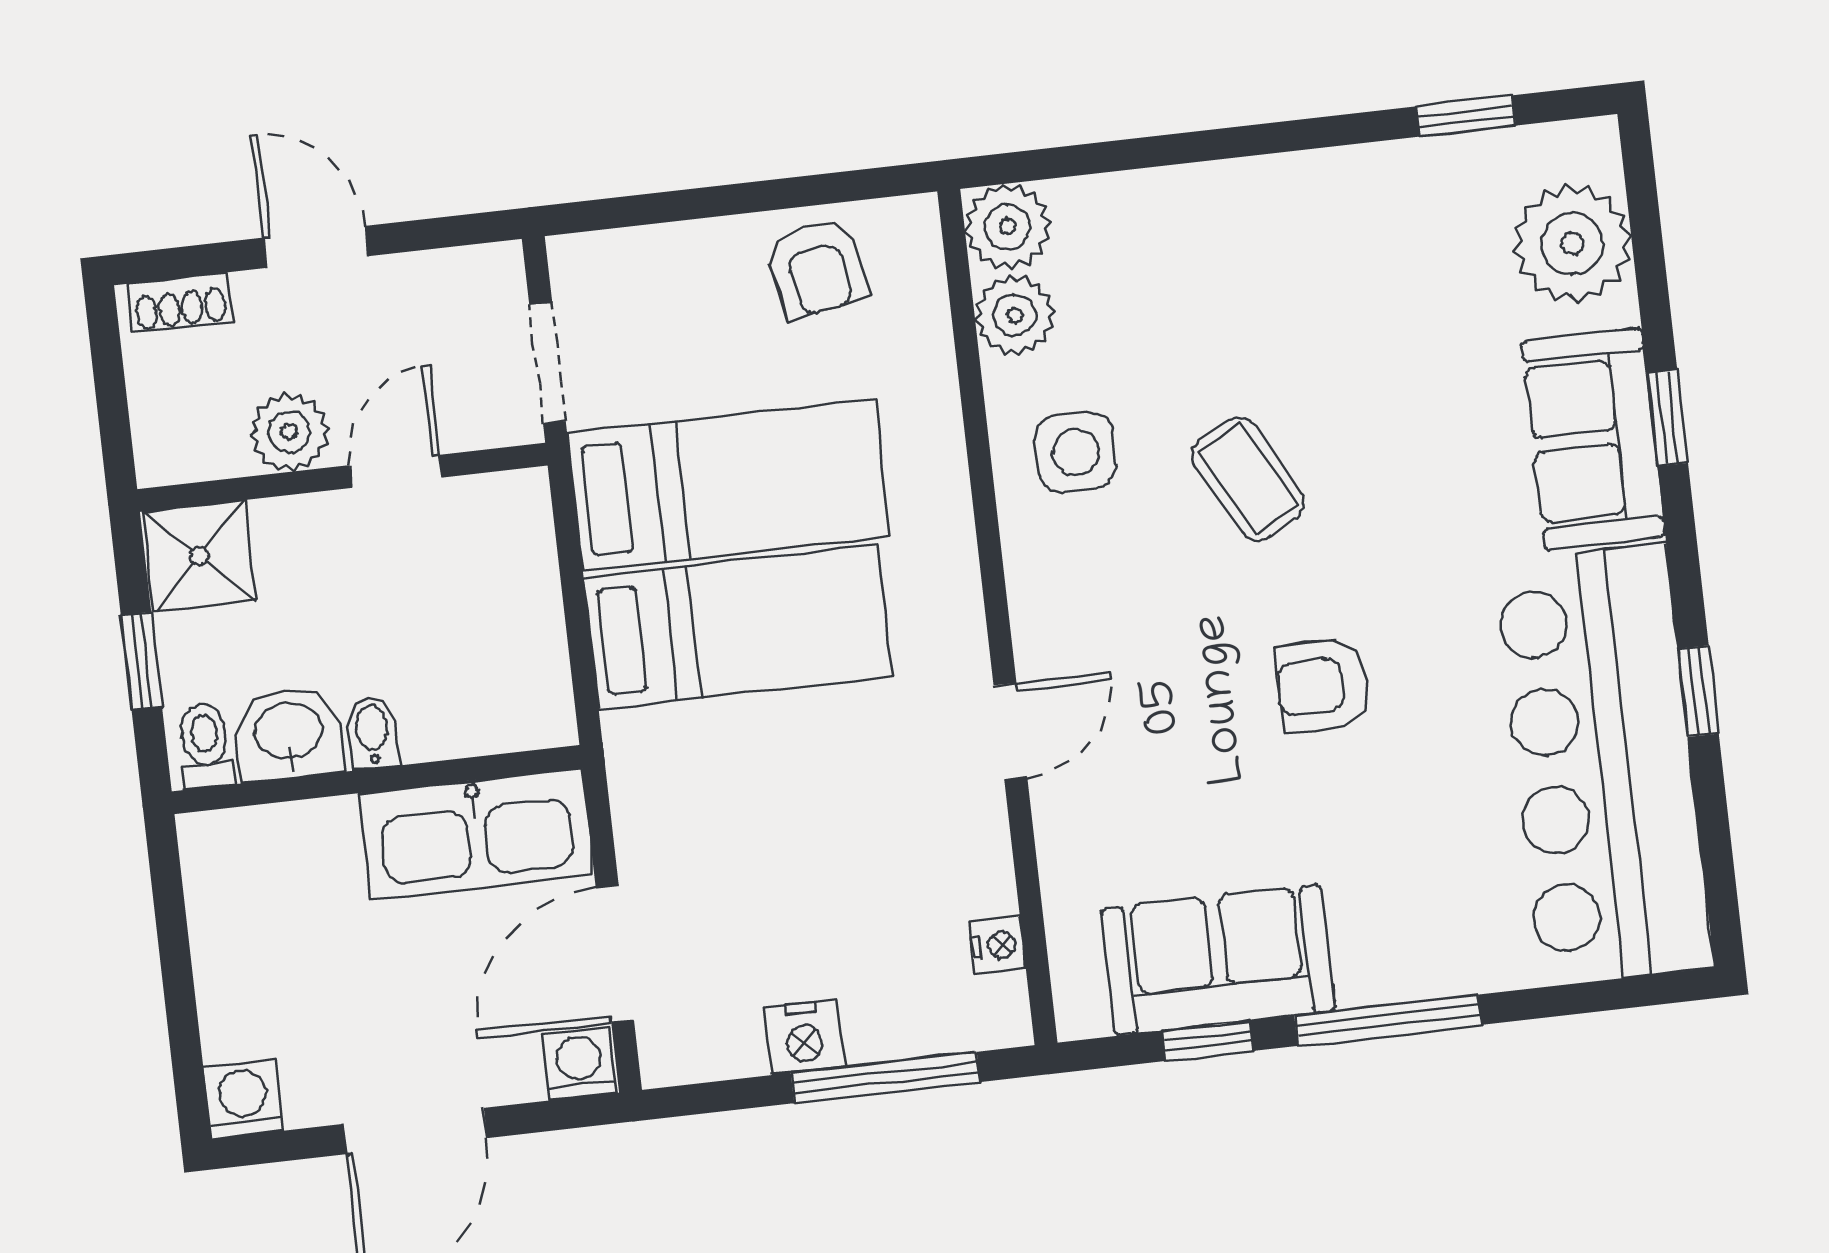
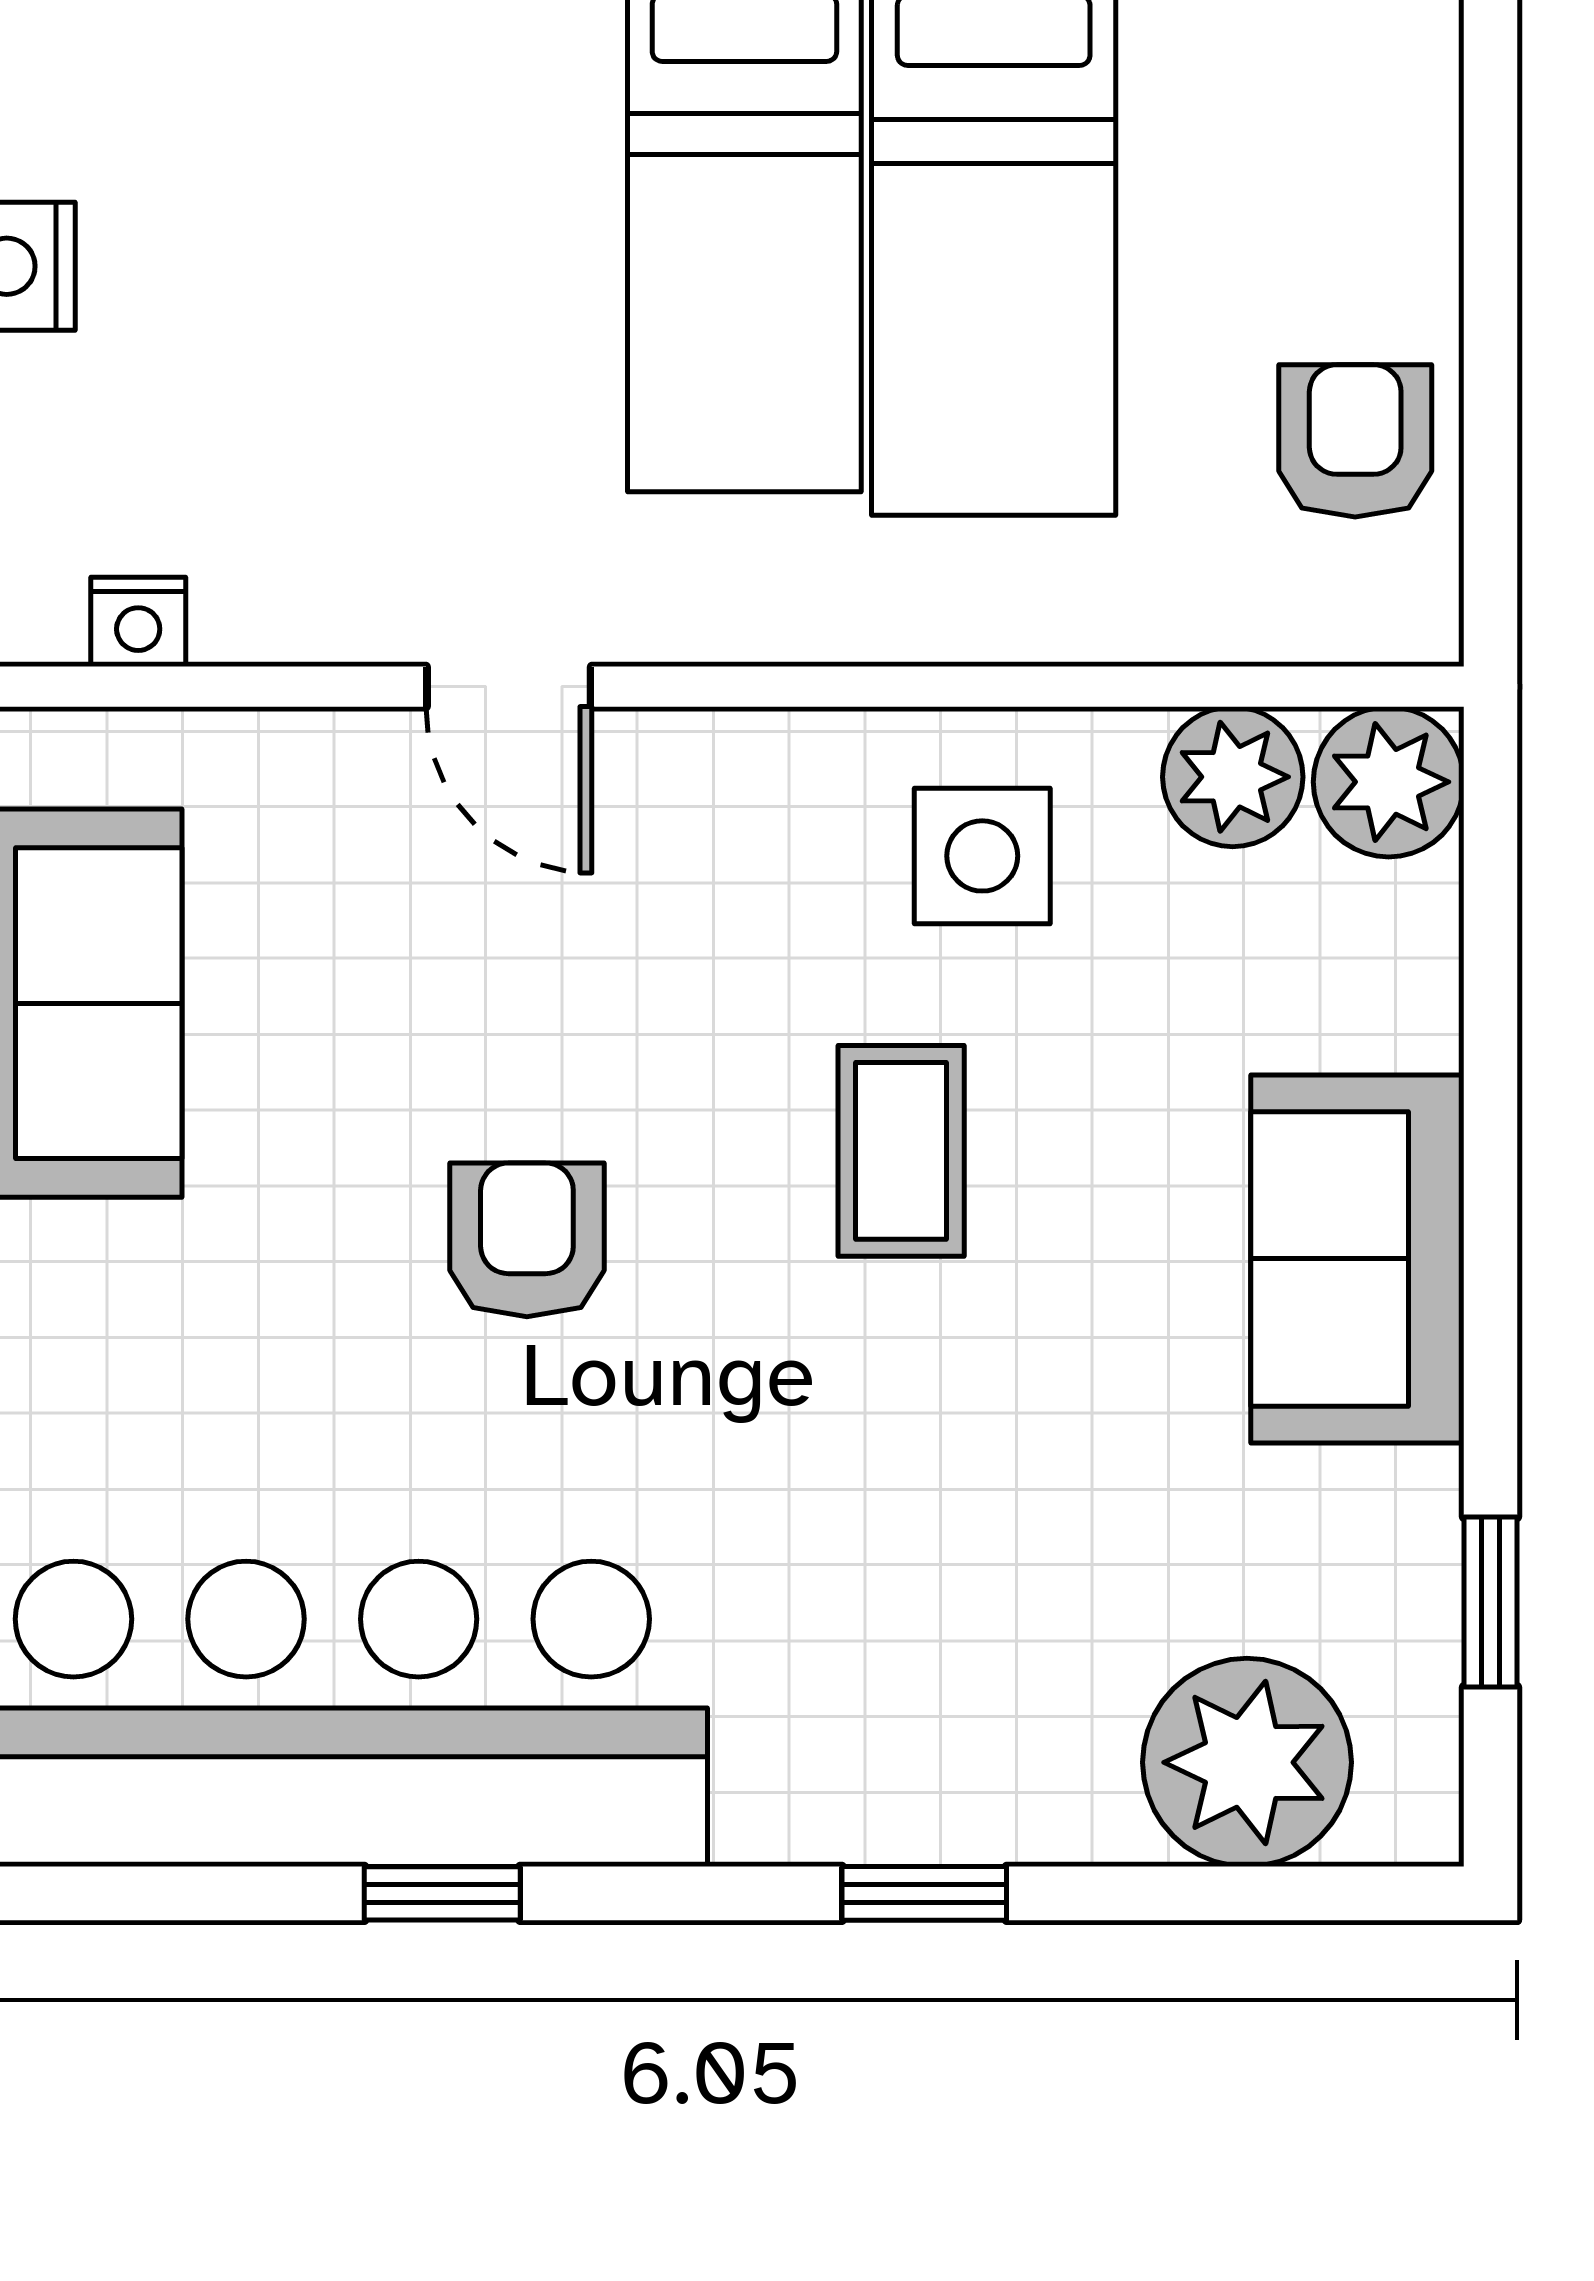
armchair: (817, 268) -> (1355, 441), turned 101
sofa: (1593, 439) -> (1357, 1259), moved, turned -90
coffee table: (1248, 479) -> (901, 1151), turned -61

